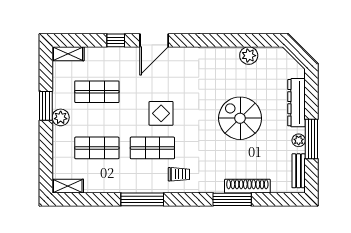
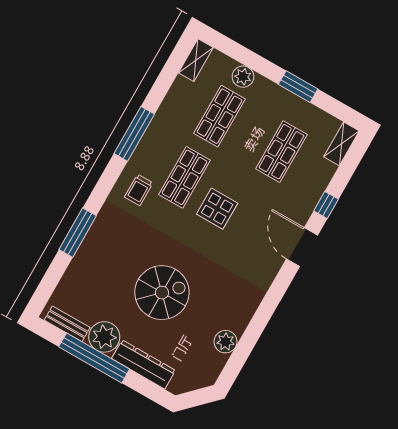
plant: (61, 117) -> (243, 77), moved
window: (311, 139) -> (94, 358), width x1.46
plant: (299, 140) -> (104, 337), width x1.88, depth x1.88
shoe rack: (247, 186) -> (83, 258), removed

